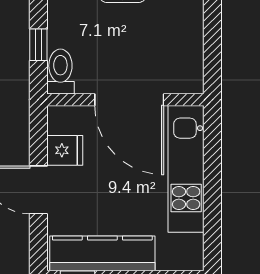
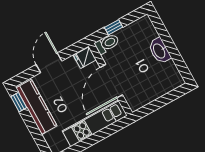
fridge: (65, 150) -> (85, 58), moved, turned 90

